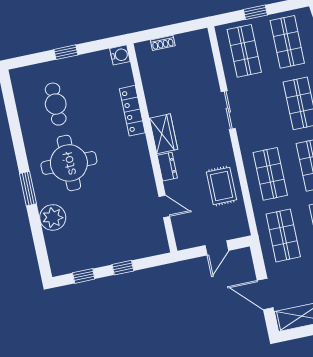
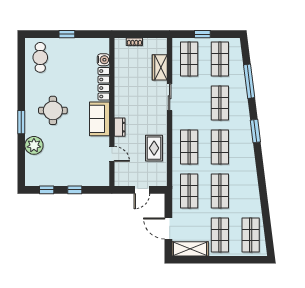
water cooler: (120, 55) -> (103, 60), moved
cafe table: (56, 104) -> (40, 57), moved
wardrobe: (163, 134) -> (160, 67), moved, turned 180
sofa: (137, 161) -> (100, 119), added
round table: (69, 163) -> (53, 110), width x0.73, depth x0.73

